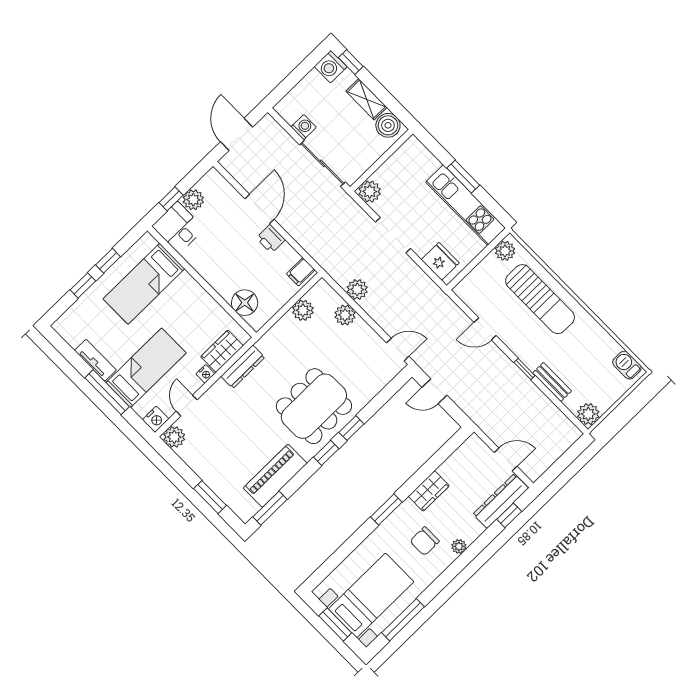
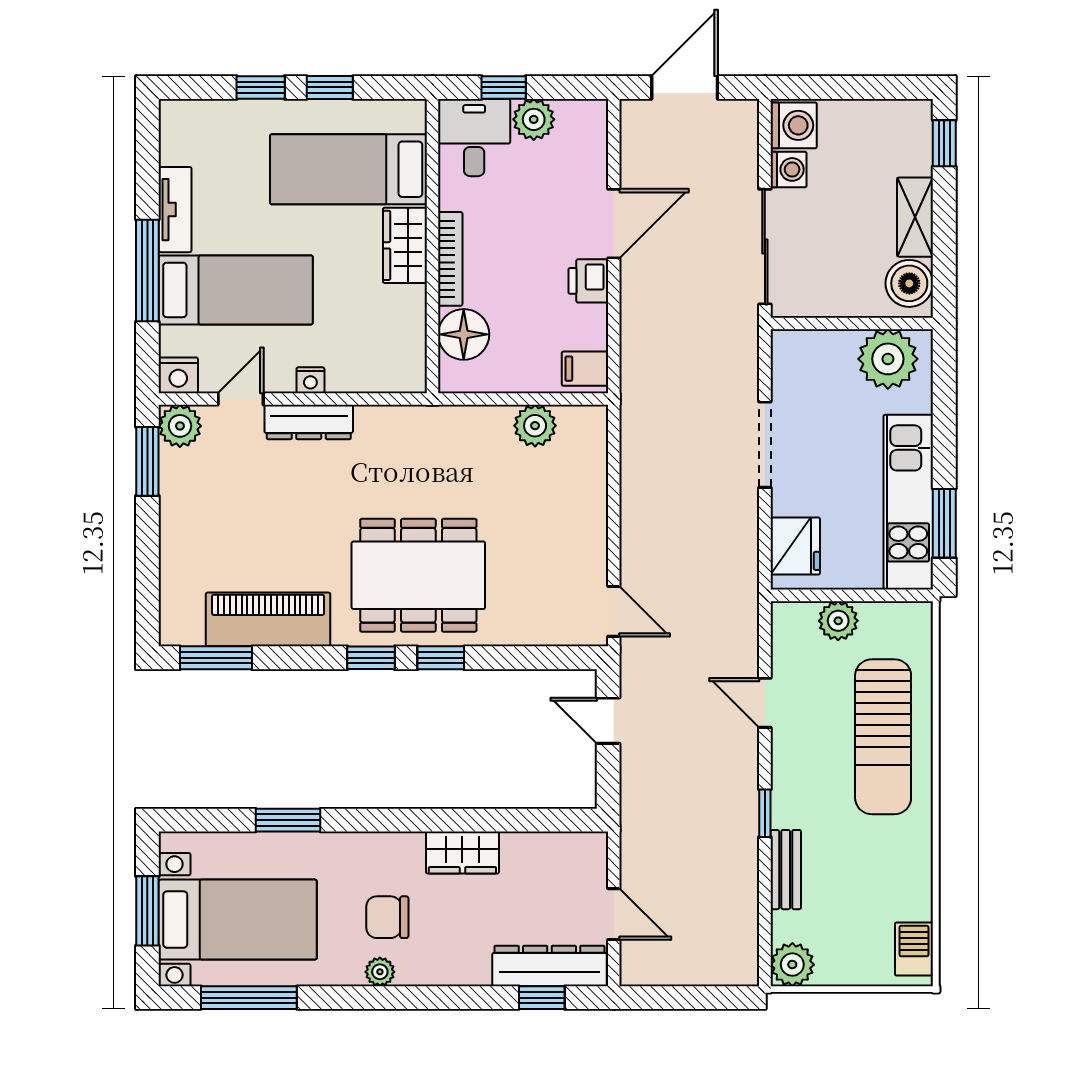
washing machine: (331, 67) -> (794, 125), moved, turned 180
window: (463, 177) -> (944, 523), moved
plant: (370, 192) -> (888, 359), moved, width x1.36, depth x1.36
plant: (505, 251) -> (838, 621), moved
bookcase: (213, 280) -> (450, 259), added
plant: (357, 289) -> (640, 471), removed
plant: (345, 315) -> (588, 490), removed
wardrobe: (222, 351) -> (405, 245), moved, turned -90
dresser: (243, 367) -> (309, 422), moved
window: (210, 497) -> (147, 461), moved
window: (386, 510) -> (288, 820), moved
plant: (459, 546) -> (380, 972), moved

